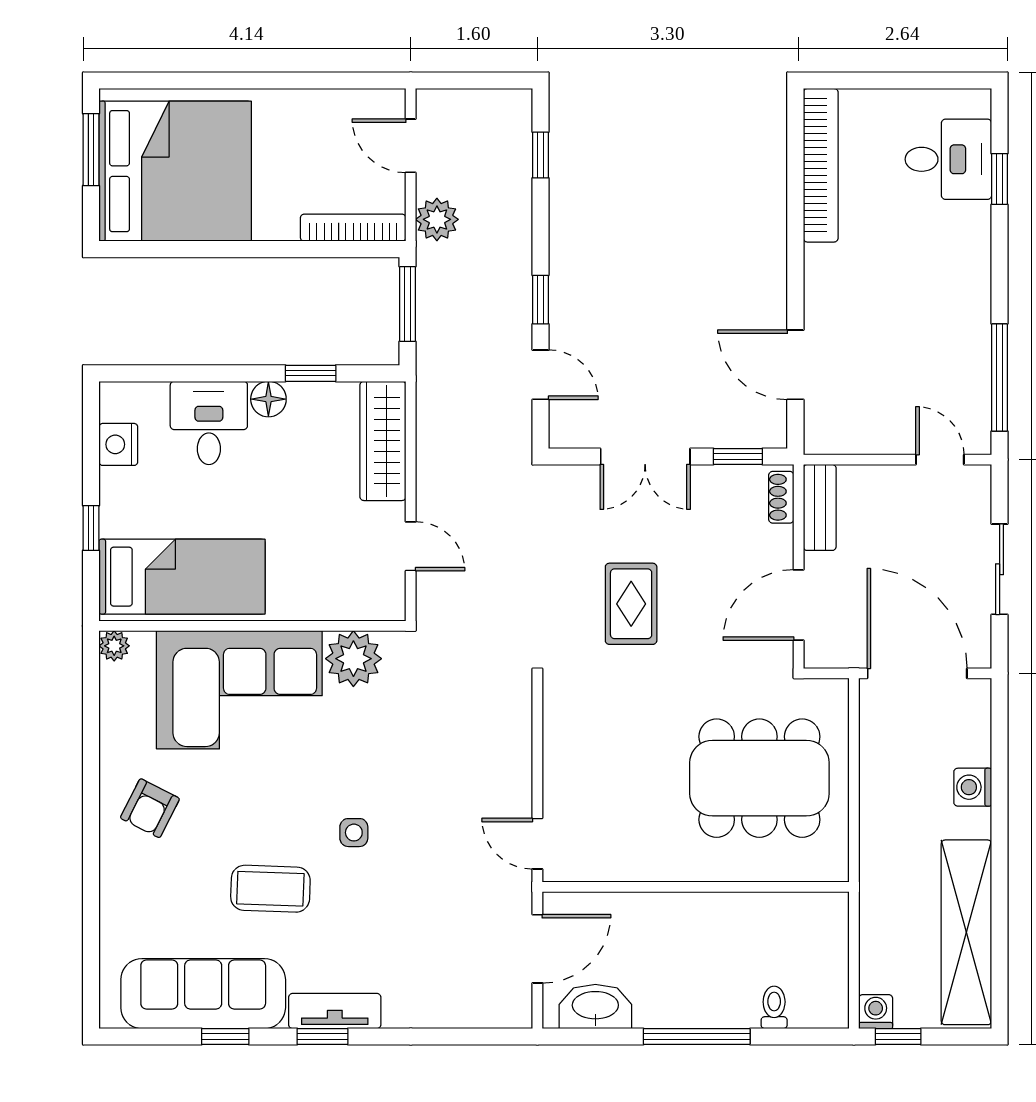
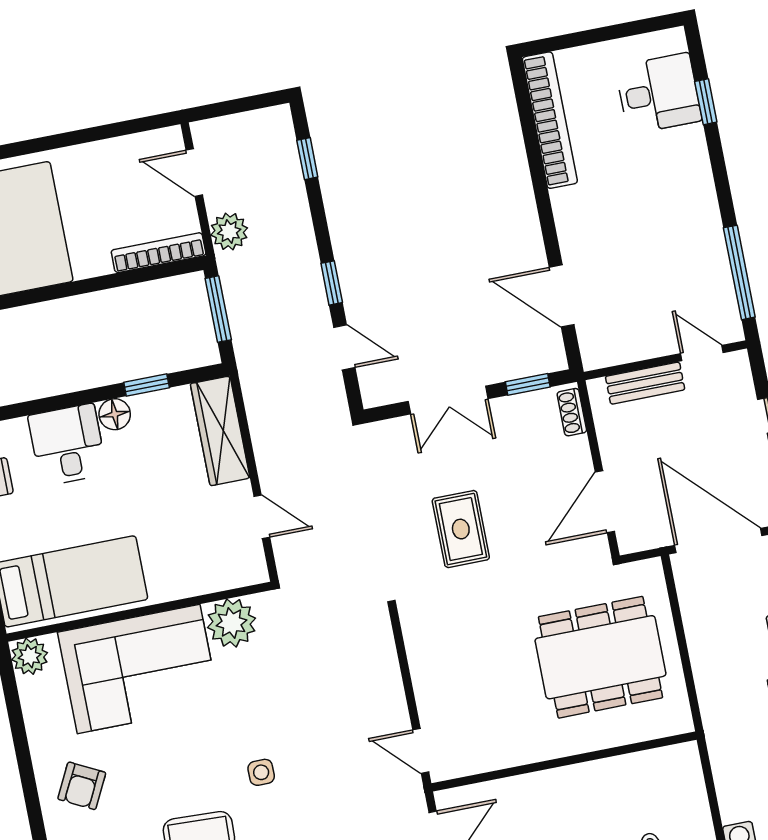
bench: (820, 507) -> (645, 383), moved, turned 90
plant: (114, 646) -> (30, 656), width x1.38, depth x1.38

